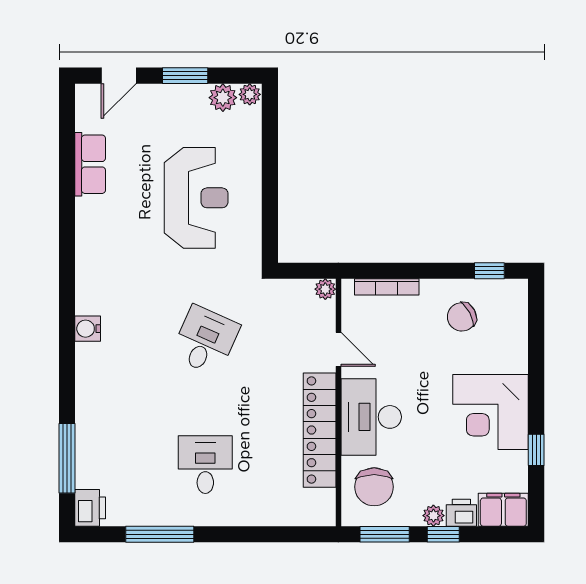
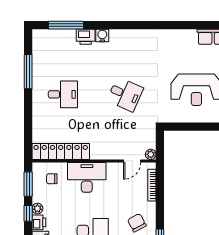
water cooler: (88, 329) -> (102, 35), moved
door: (338, 349) -> (132, 161), moved
locker: (320, 430) -> (61, 152), moved
chair: (374, 487) -> (52, 179), width x0.54, depth x0.54
printer: (90, 508) -> (86, 37), moved

